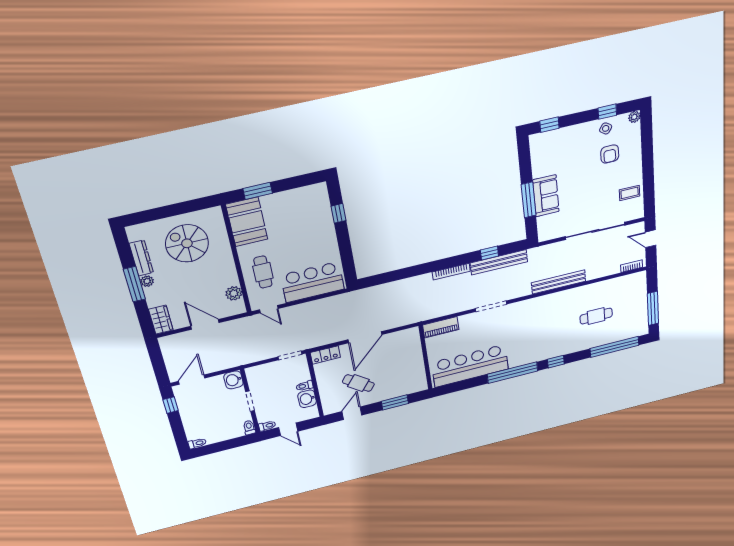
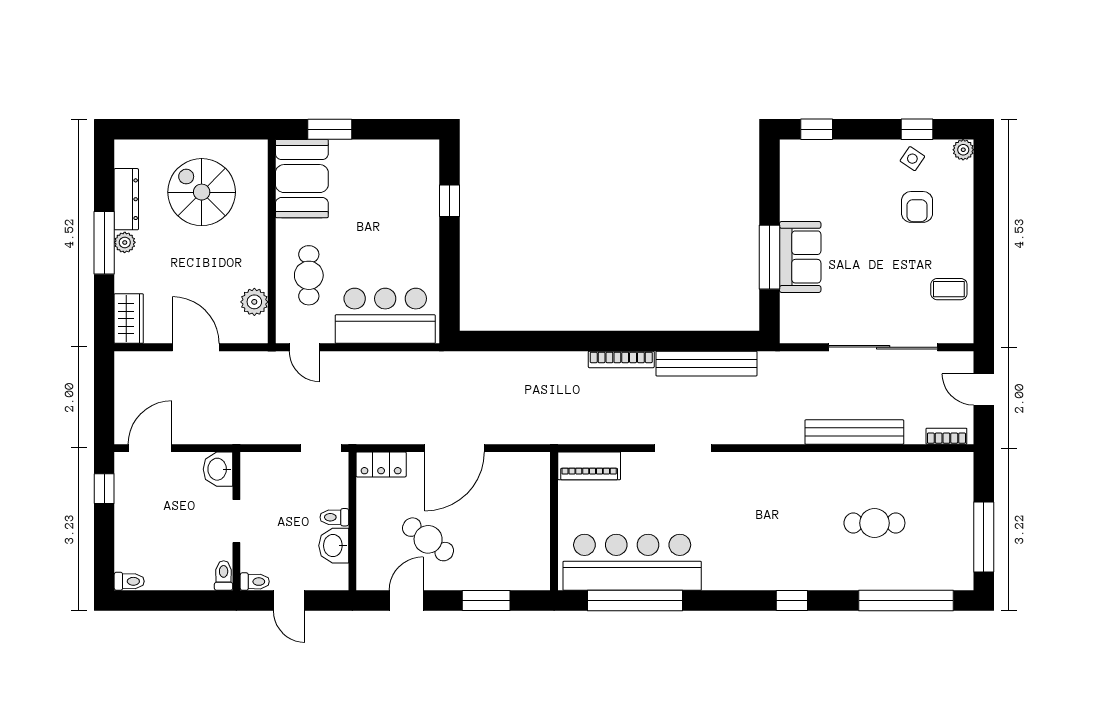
window: (489, 253) -> (692, 341), removed
bench: (559, 282) -> (854, 432), moved
window: (512, 373) -> (635, 601), moved

